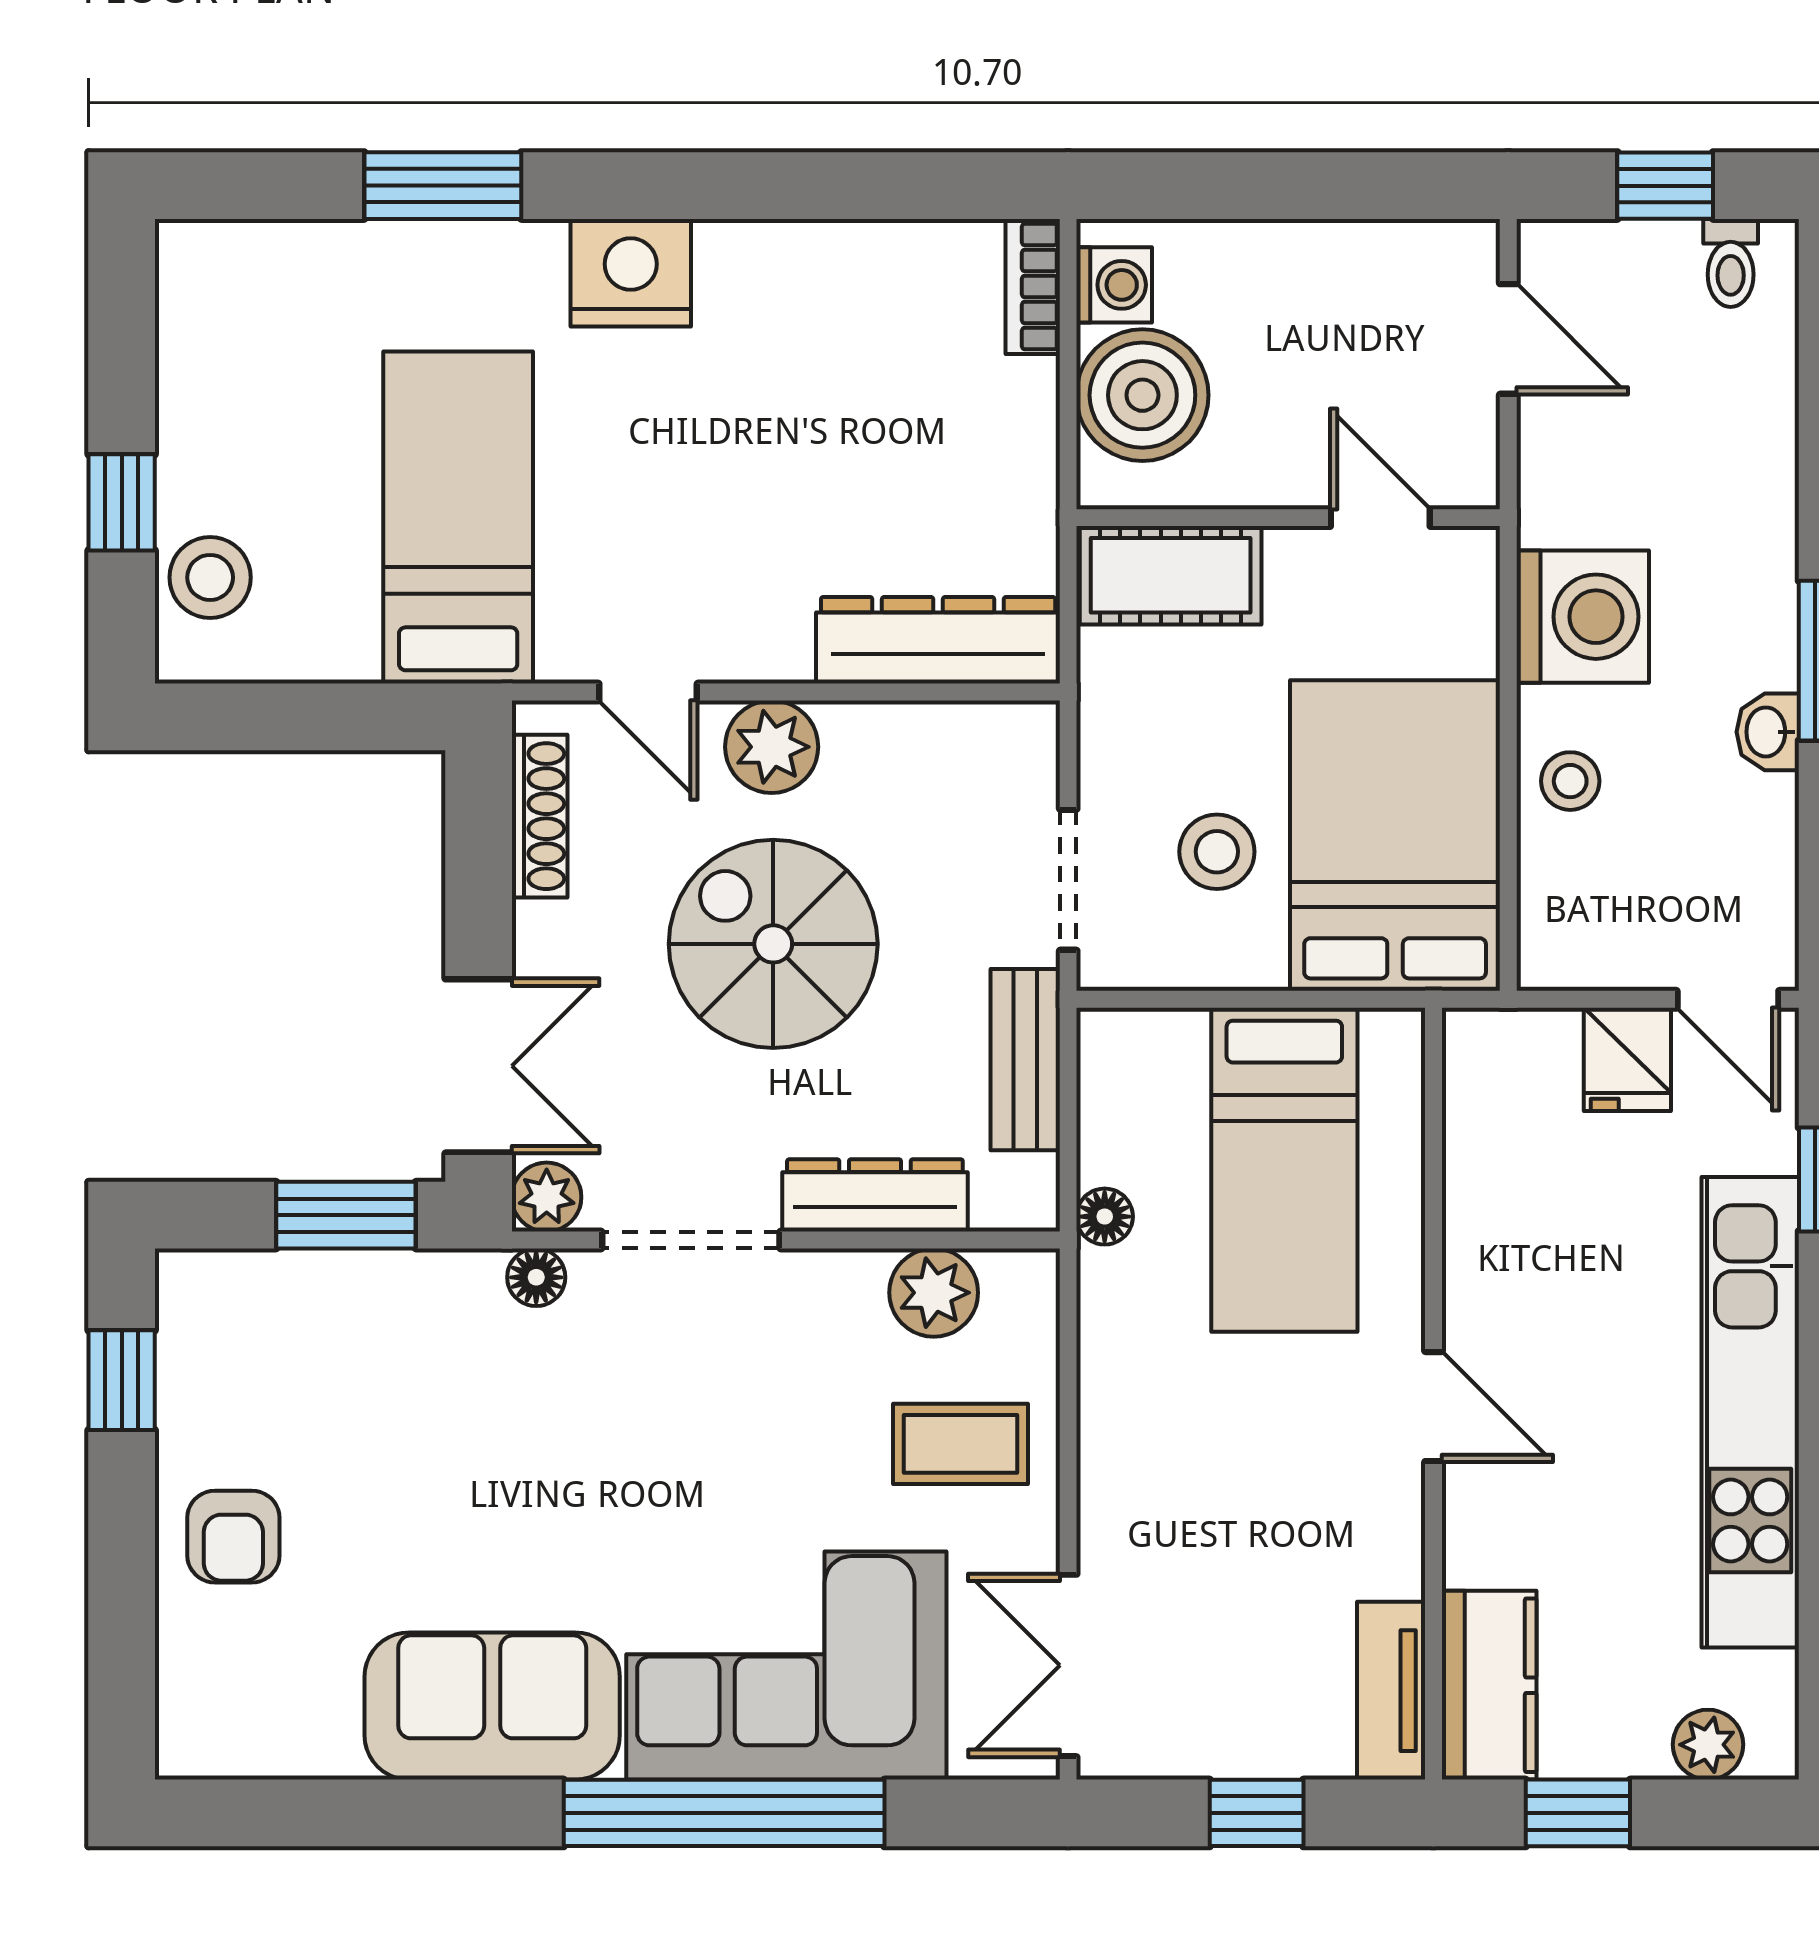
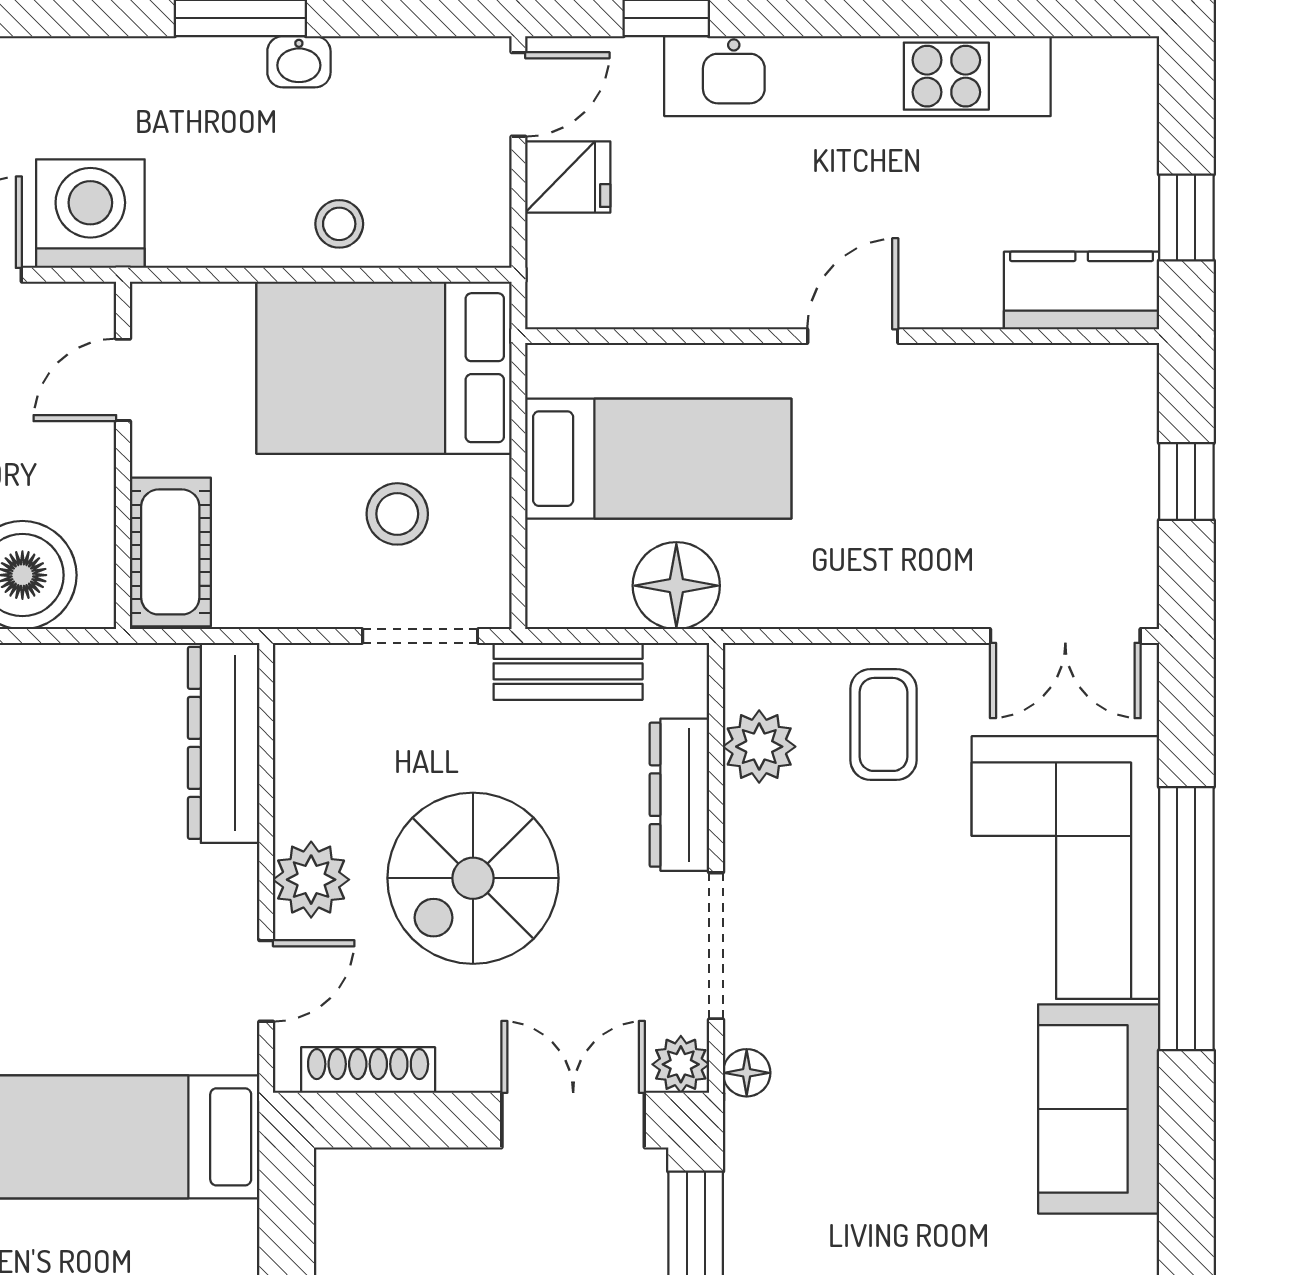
washing machine: (1583, 617) -> (90, 214), moved
floor lamp: (1105, 1217) -> (676, 586), width x1.89, depth x1.89
tv unit: (1391, 1691) -> (1086, 371), removed
plant: (1708, 1745) -> (1130, 111), removed

